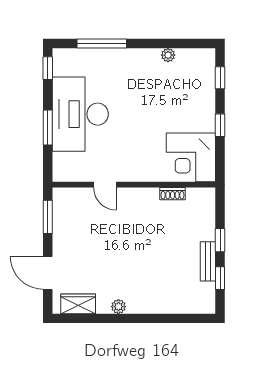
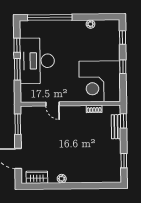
window: (102, 44) -> (50, 17), width x1.46
window: (48, 68) -> (17, 45), moved
corner desk: (191, 157) -> (100, 81), width x1.36, depth x1.36
window: (220, 240) -> (123, 121), moved
bench: (208, 261) -> (116, 127), moved

